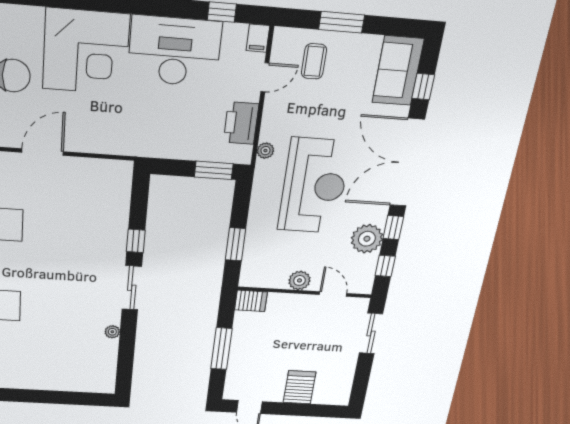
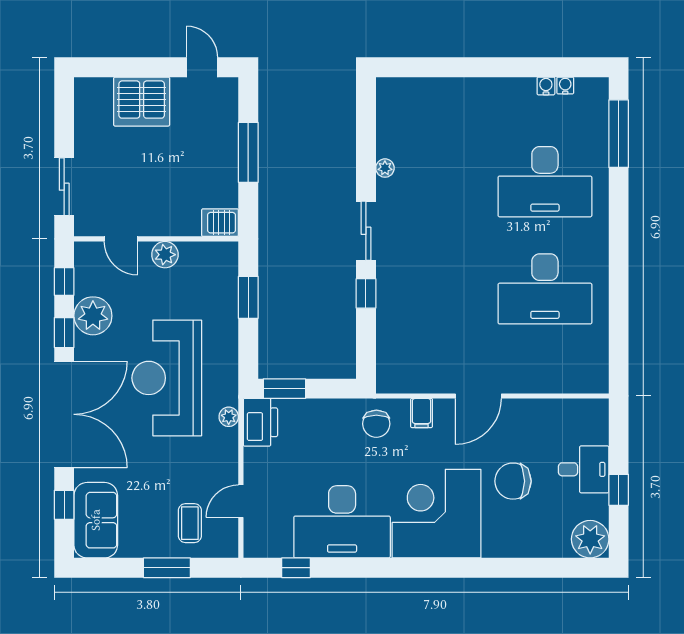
filing cabinet: (258, 38) -> (422, 413), moved, turned 180
printer: (241, 123) -> (260, 422), moved
chair: (136, 135) -> (376, 424), added
server rack: (299, 387) -> (142, 102), width x1.60

